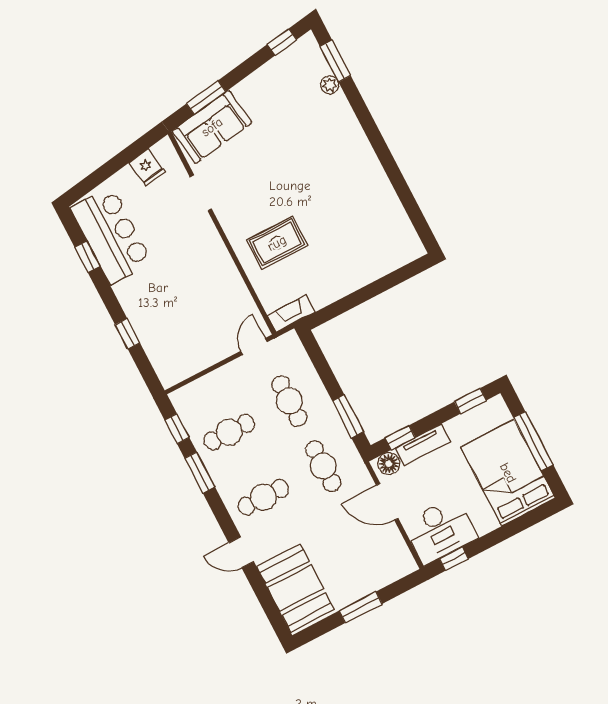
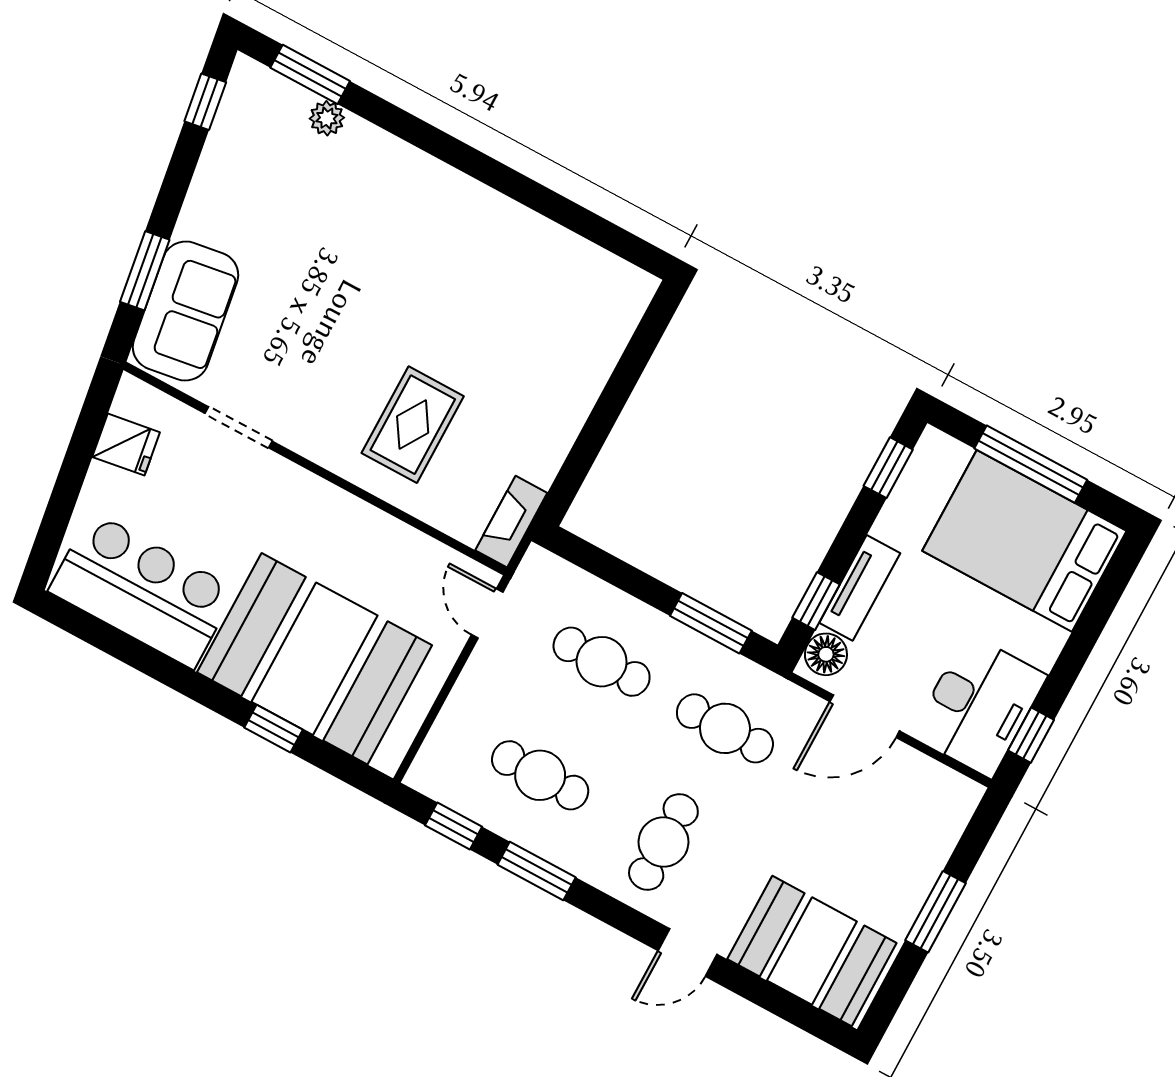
window: (87, 257) -> (127, 650), removed
booth: (166, 315) -> (314, 659), added
cafe table: (229, 432) -> (540, 775), turned 90

